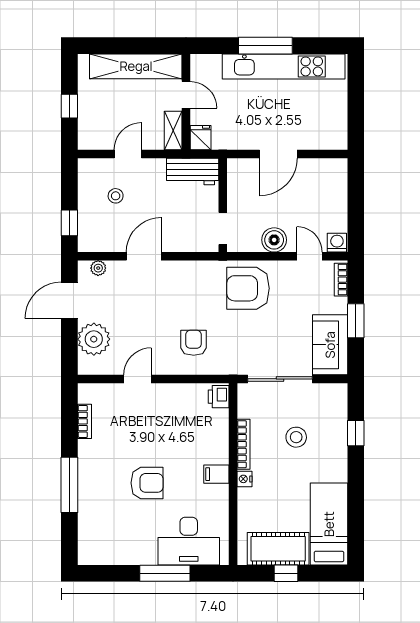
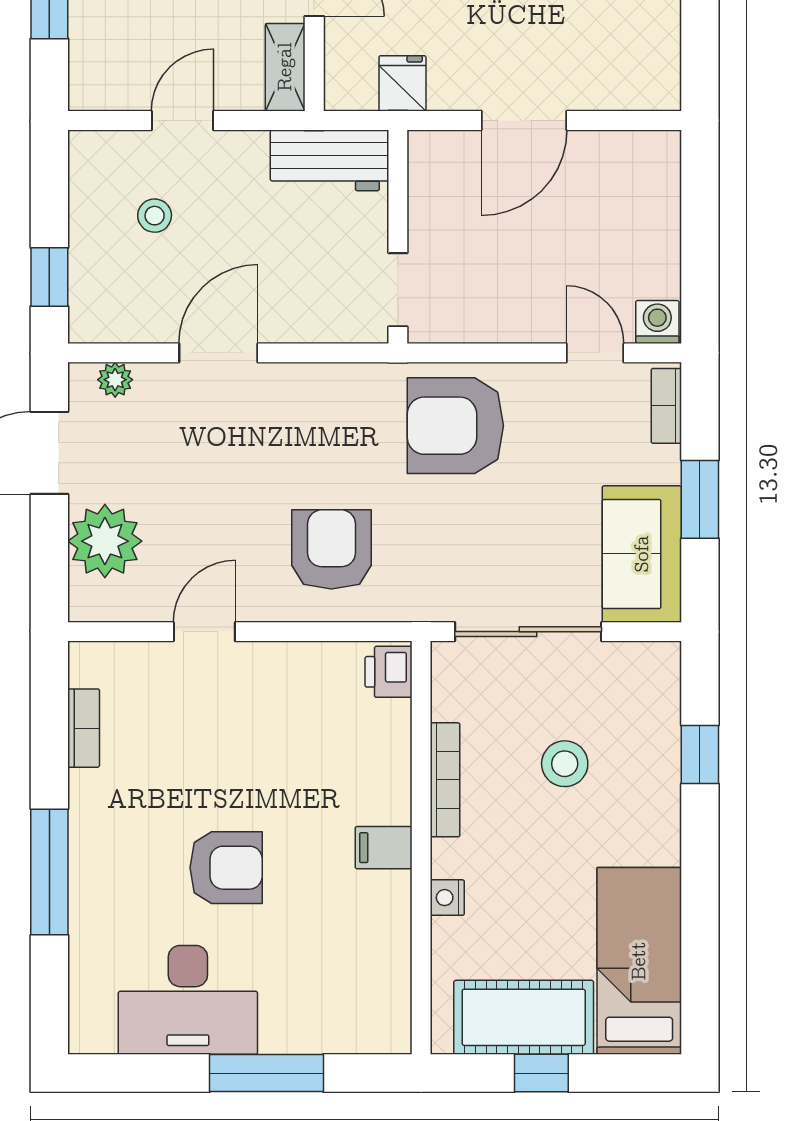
fridge: (201, 138) -> (402, 83), moved
boiler: (274, 240) -> (515, 316), removed
armchair: (194, 343) -> (331, 549), width x1.38, depth x1.38
nightstand: (244, 479) -> (447, 898), moved
desk: (189, 541) -> (188, 1000), moved

